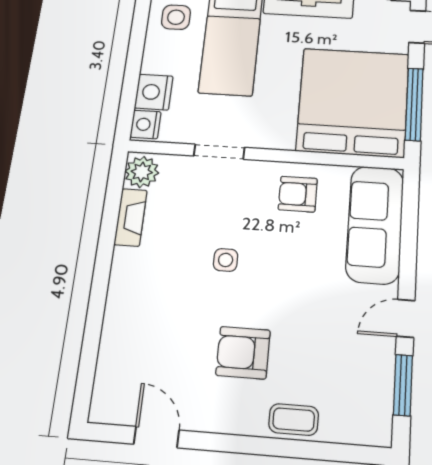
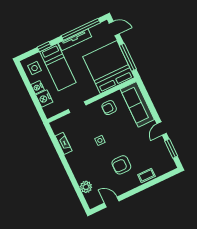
nightstand: (146, 124) -> (37, 87), moved
plant: (142, 172) -> (86, 187), moved

